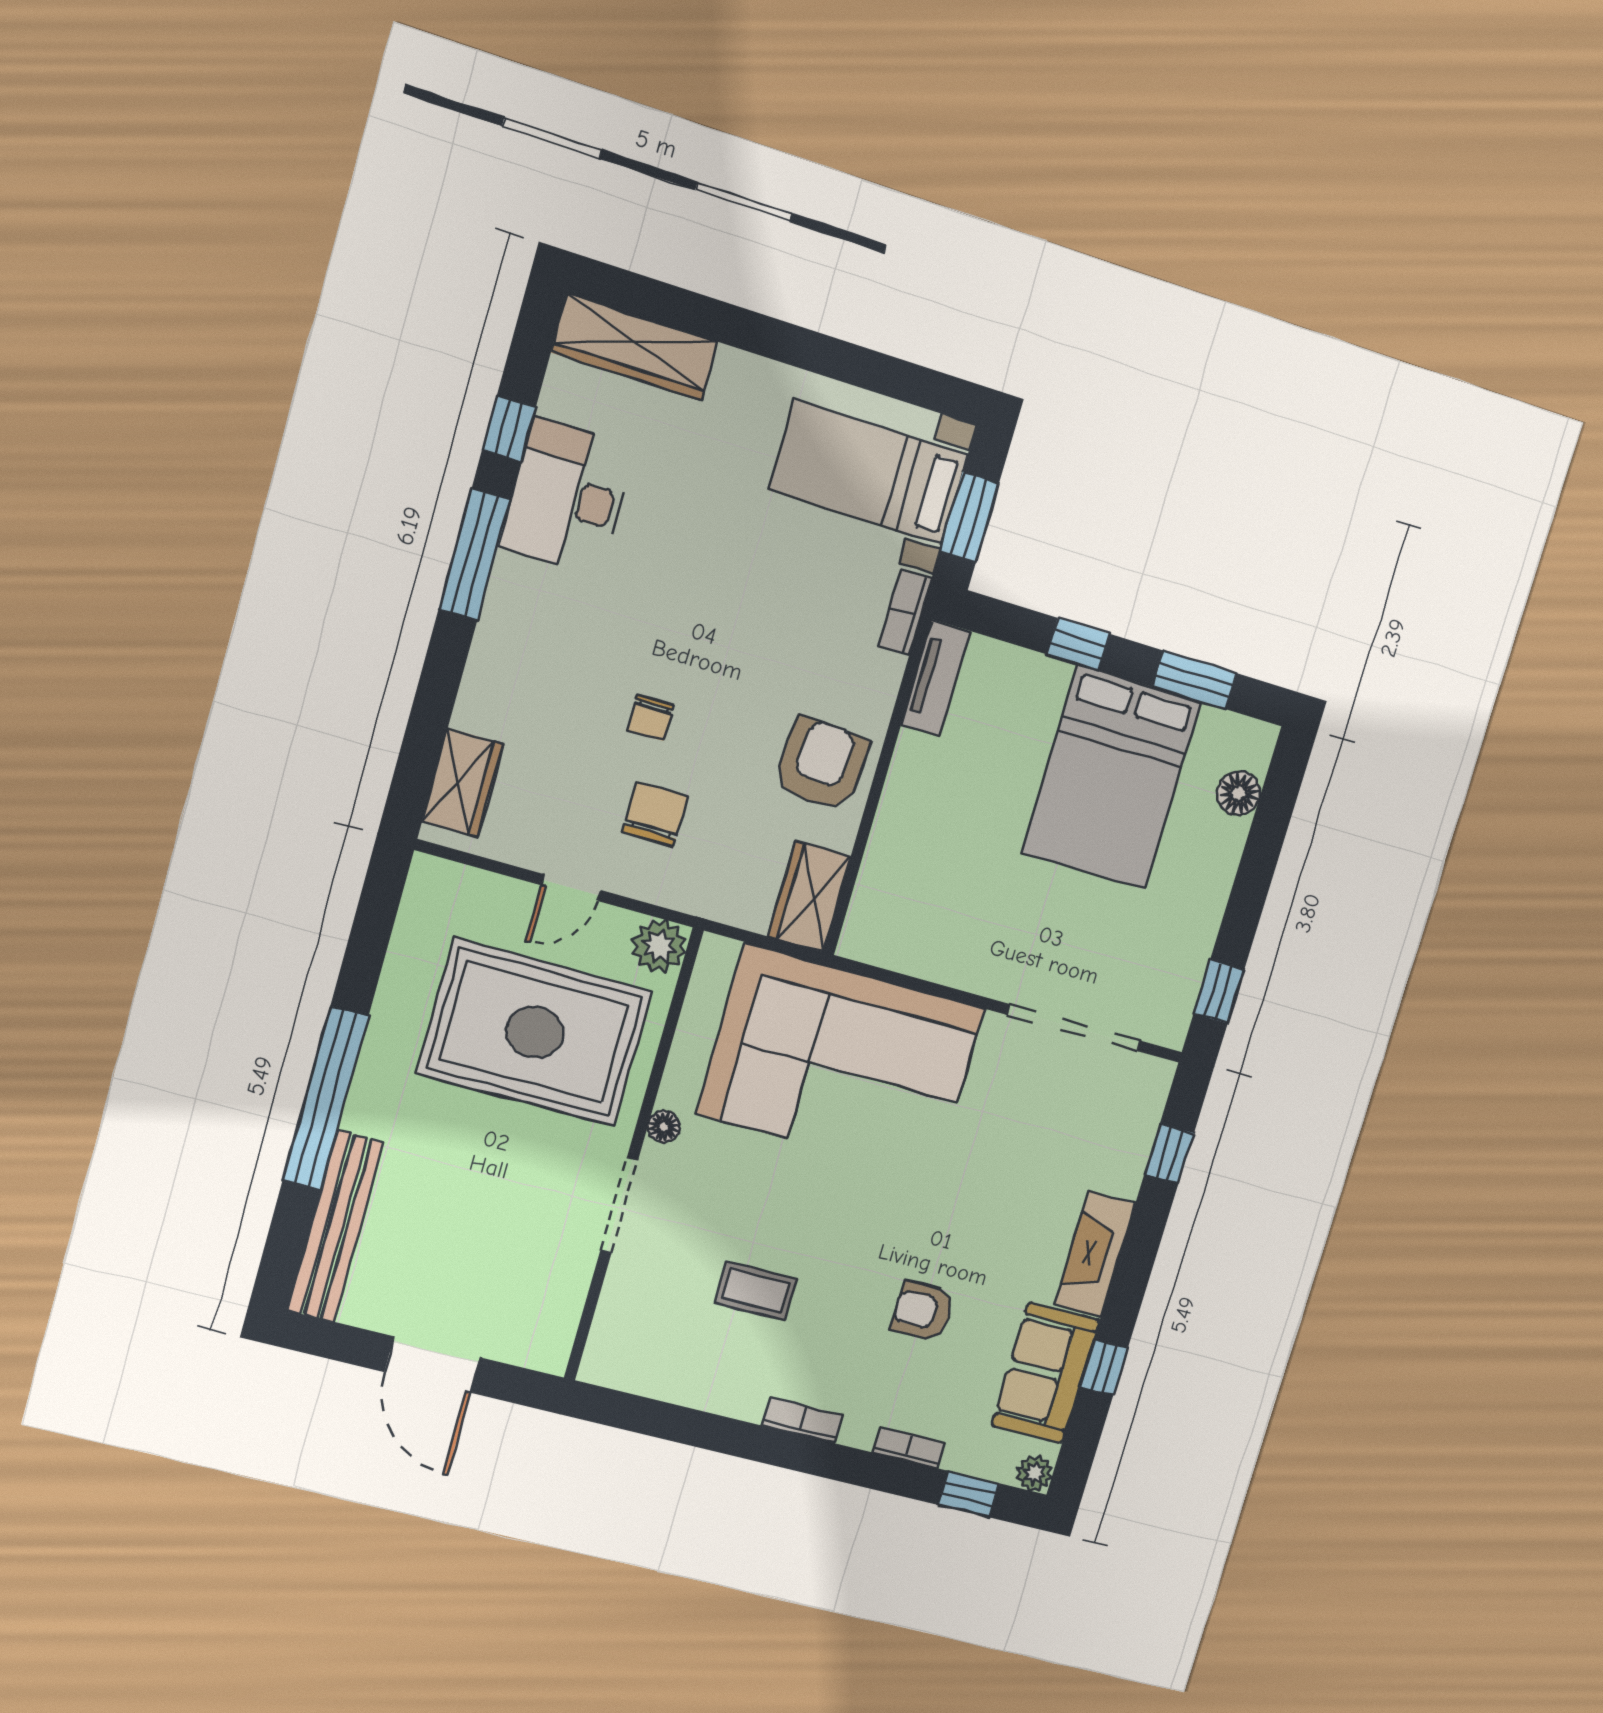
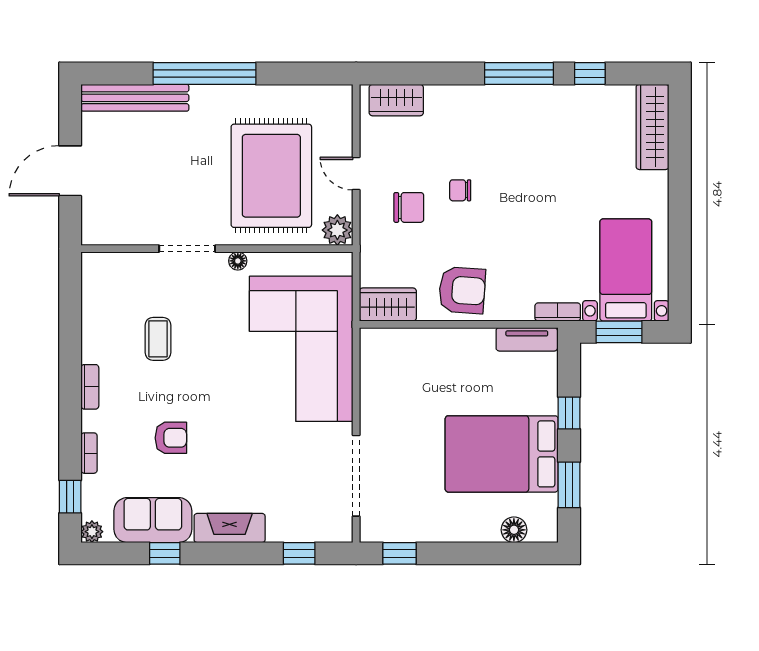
desk: (567, 497) -> (564, 114), removed
armchair: (923, 1311) -> (171, 438), turned 90

